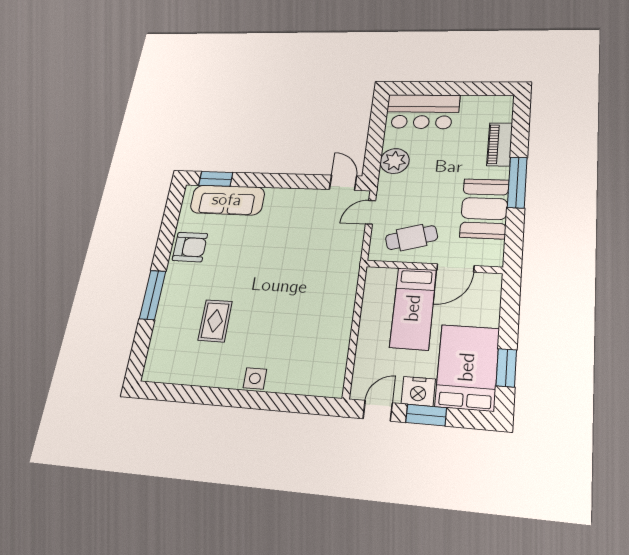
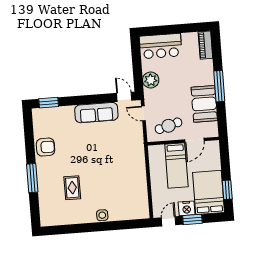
piano: (500, 144) -> (205, 45), moved
sofa: (227, 200) -> (96, 113), moved
door: (371, 212) -> (143, 113), hinge flipped

